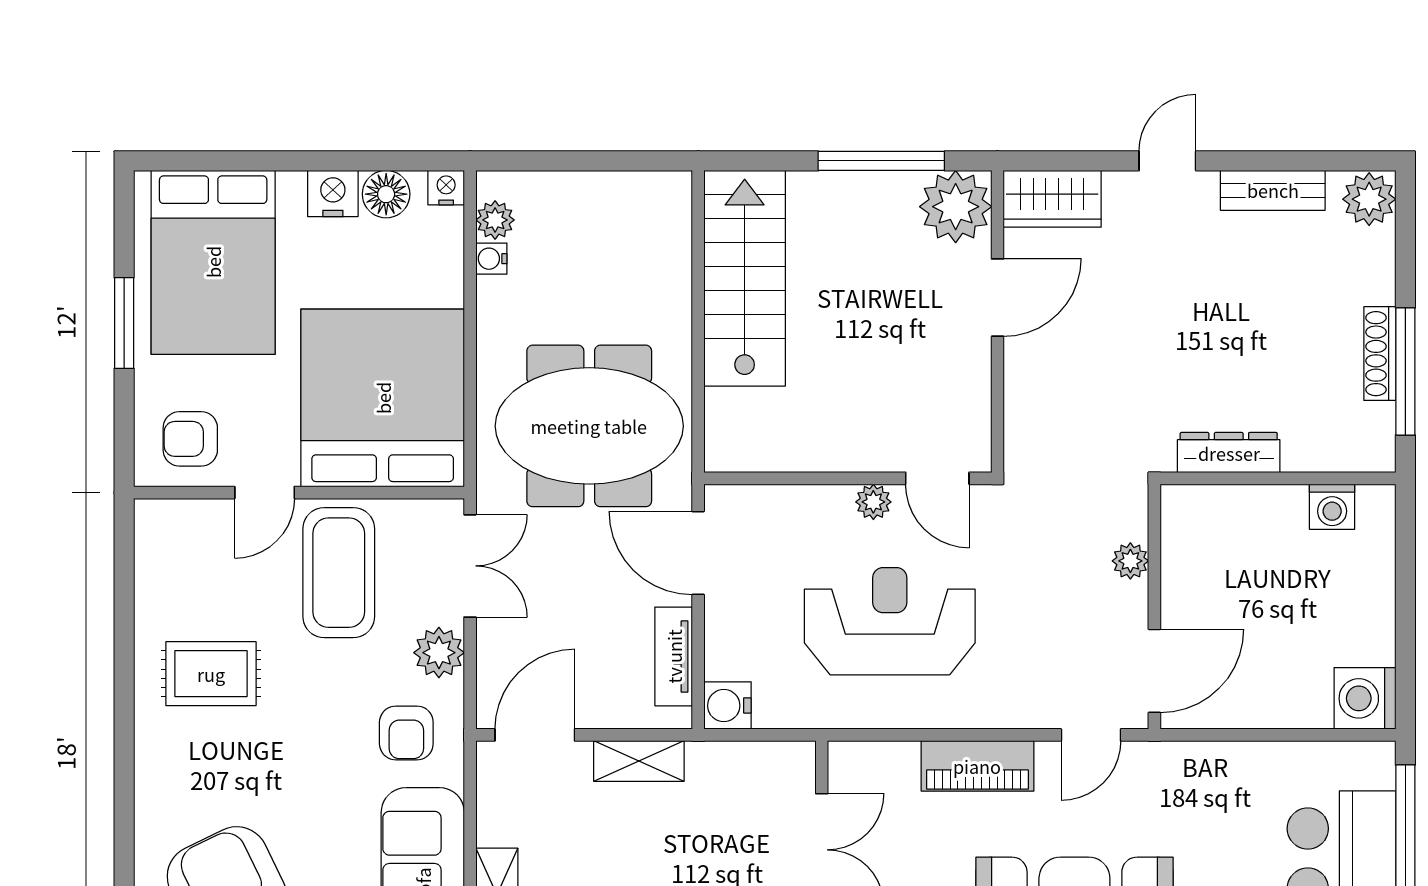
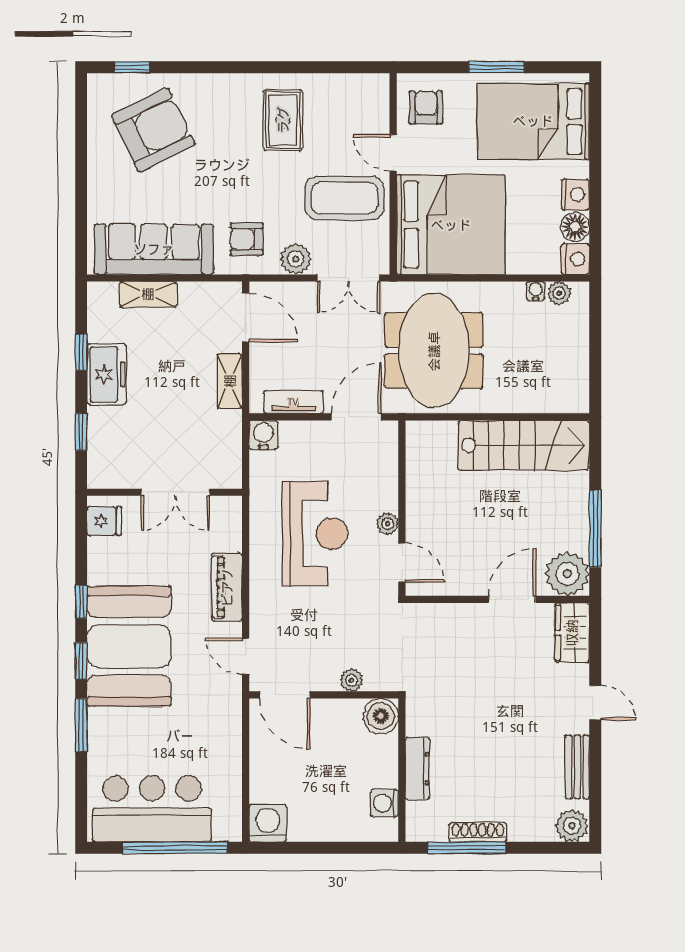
nightstand: (446, 188) -> (575, 259), width x1.39, depth x1.35
door: (998, 298) -> (512, 599), swing flipped
dresser: (1229, 453) -> (418, 769), moved
door: (937, 478) -> (402, 563), swing flipped
boiler: (1189, 513) -> (381, 716), added

